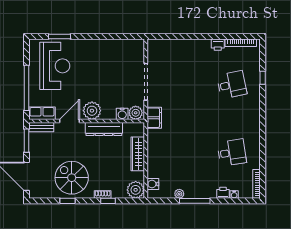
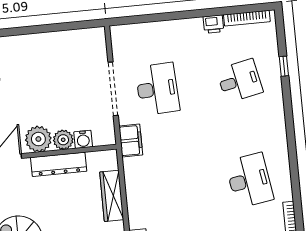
desk: (176, 85) -> (157, 89), added
plant: (136, 113) -> (63, 140), moved
desk: (232, 153) -> (249, 180), width x1.37

